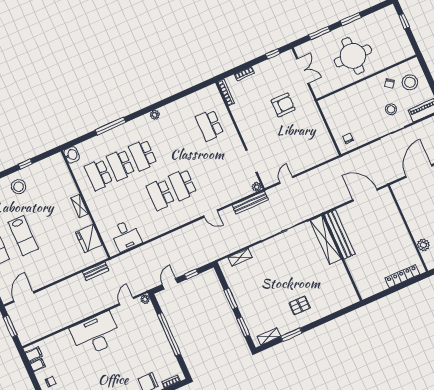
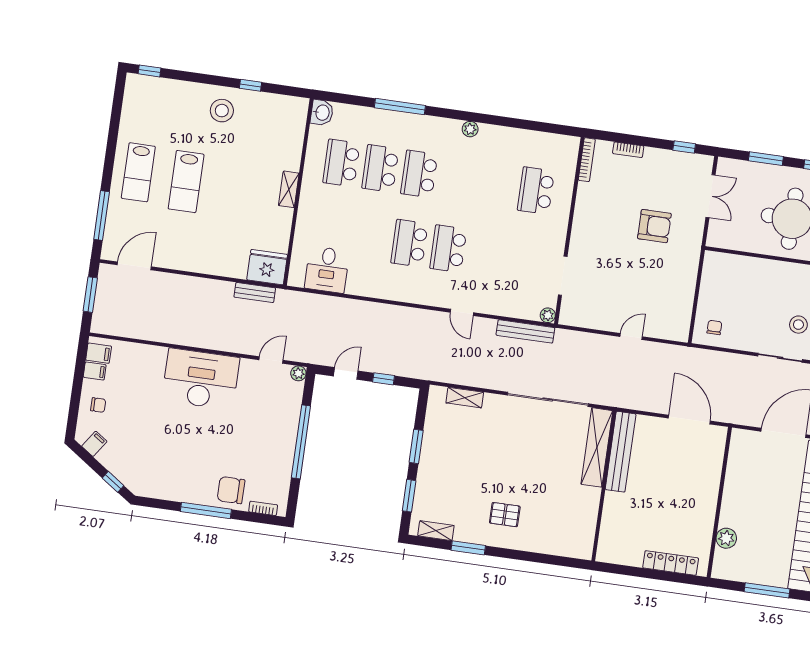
door: (286, 180) -> (631, 337), moved
fridge: (89, 238) -> (267, 267), moved, turned 90

